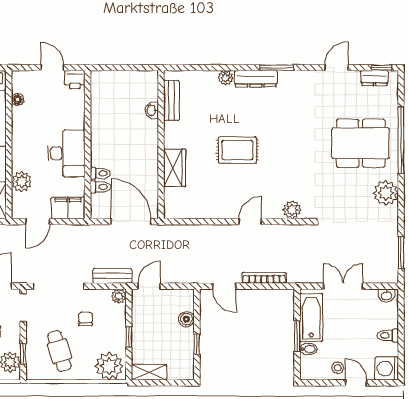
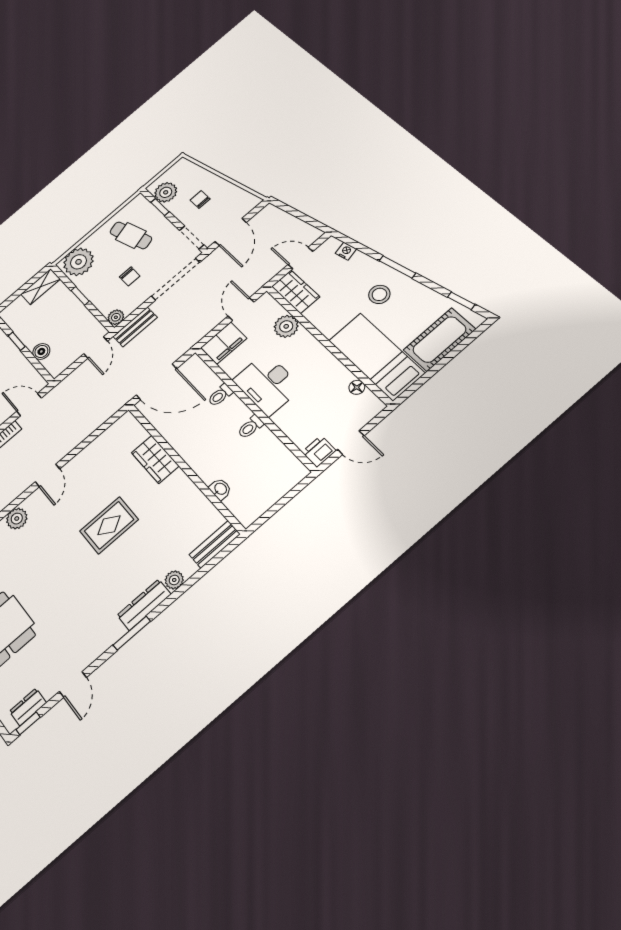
bench: (171, 100) -> (215, 544), moved, turned 90
toilet: (100, 187) -> (250, 427), moved

